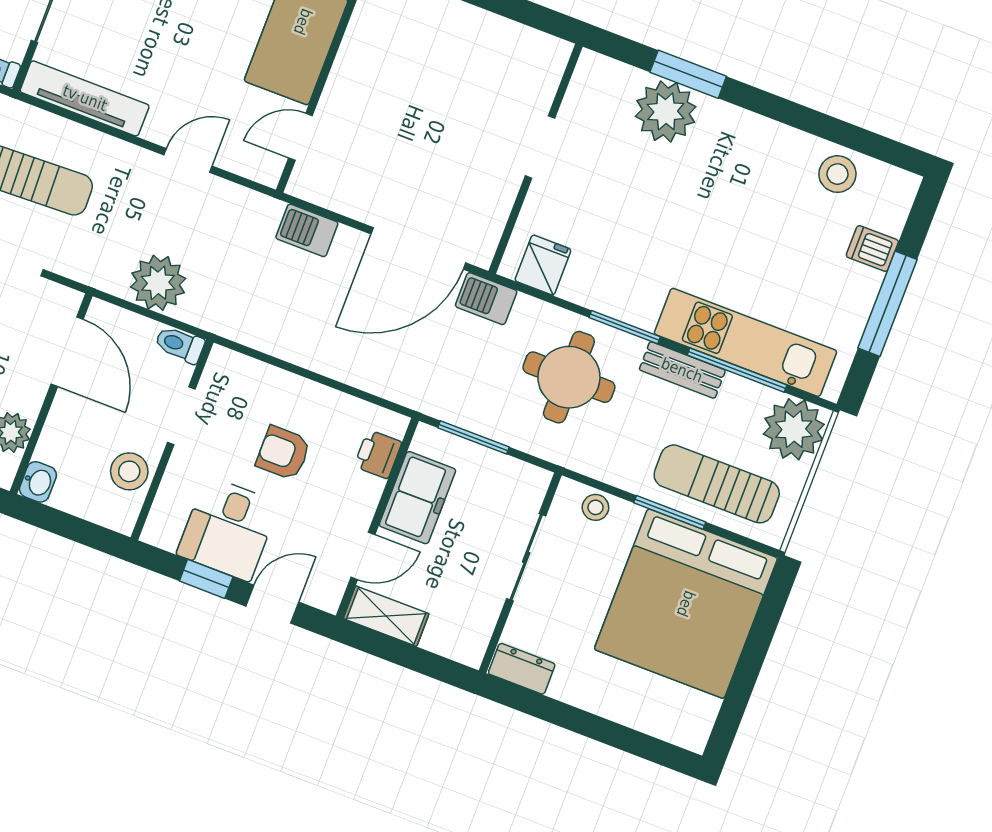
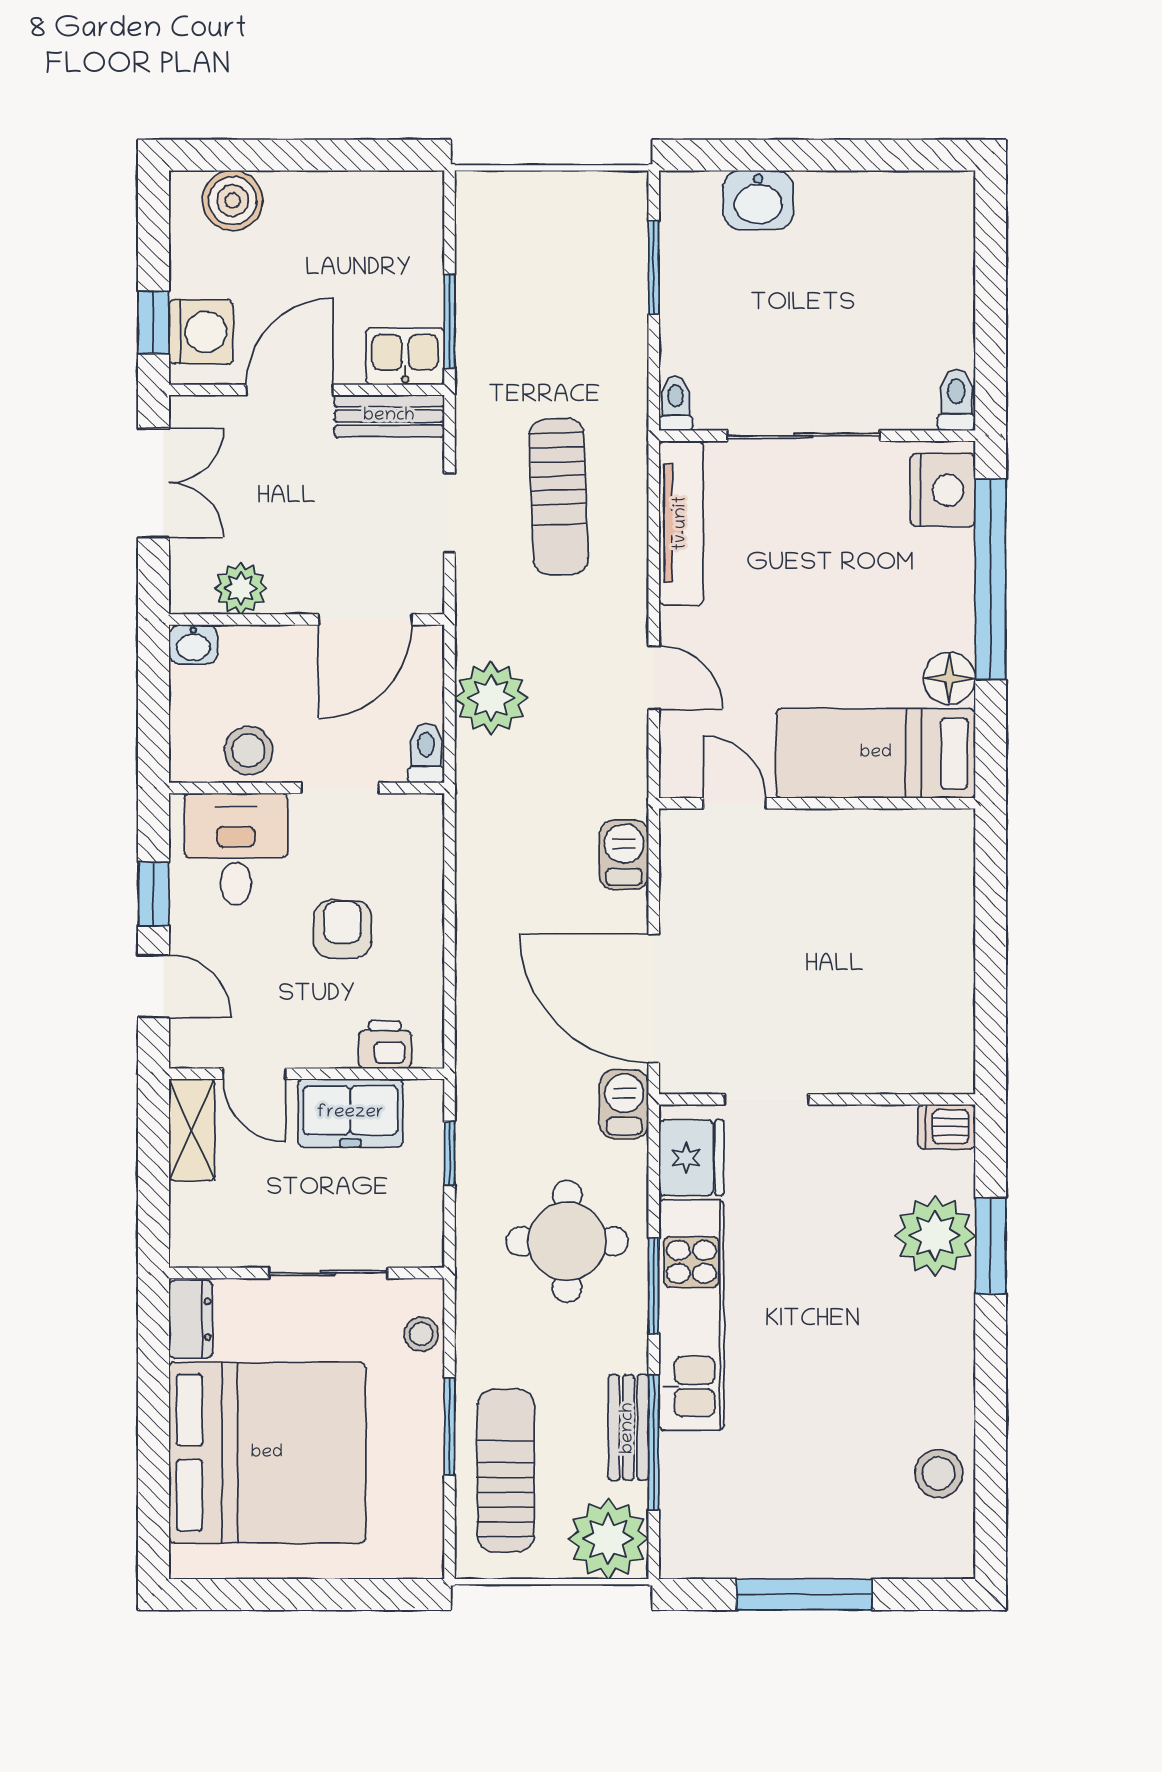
doorway: (540, 147) -> (766, 1099), moved
dishwasher: (872, 249) -> (947, 1127), moved, turned -90
fridge: (543, 265) -> (691, 1158), width x1.38
kitchen unit: (745, 342) -> (691, 1315), moved
bench: (682, 370) -> (628, 1428), moved
window: (473, 437) -> (450, 1153), width x0.67
desk: (228, 529) -> (236, 849), moved, turned 90
bed: (686, 604) -> (267, 1453), moved, turned 180

